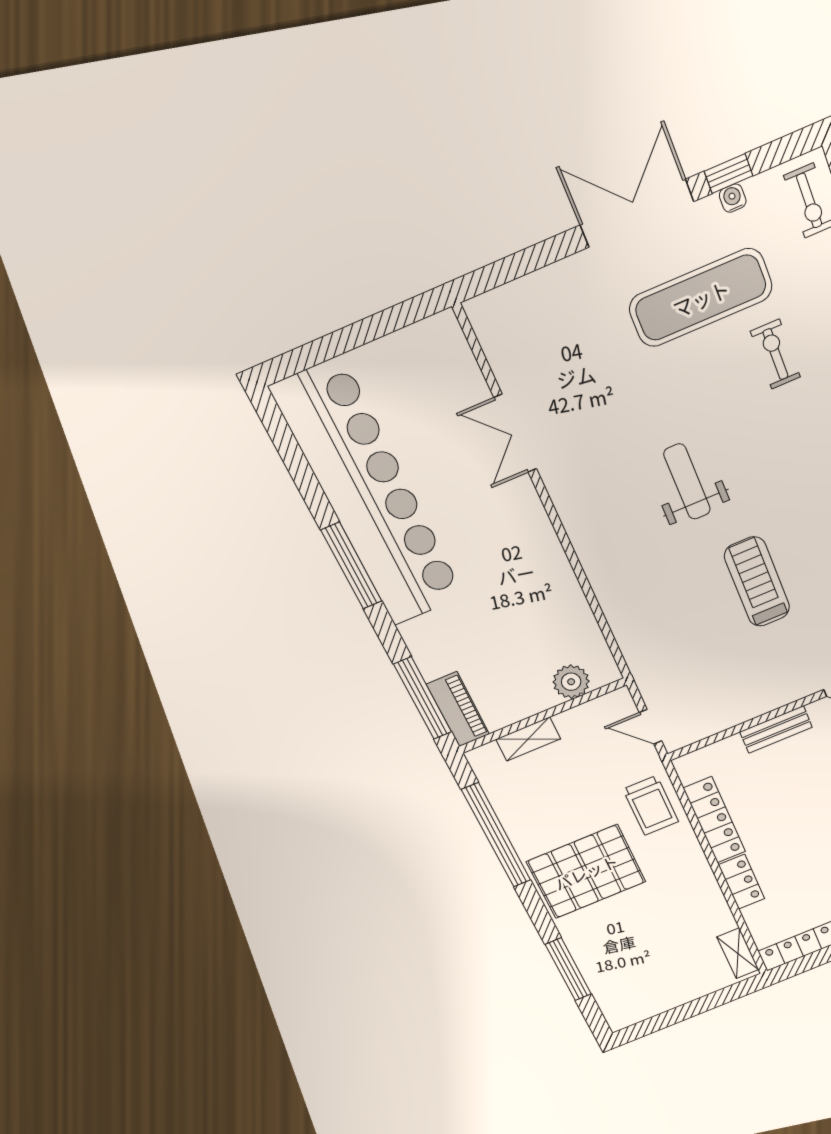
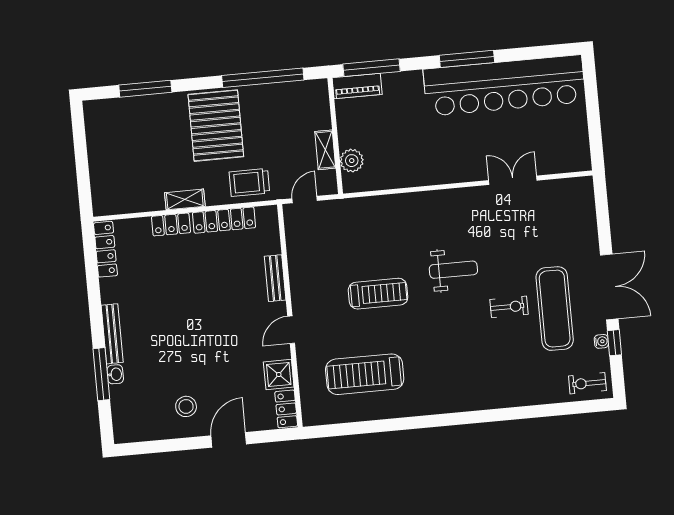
exercise bike: (776, 354) -> (509, 307), moved
shelving: (528, 739) -> (325, 150), moved
shelving: (738, 953) -> (185, 199), moved

